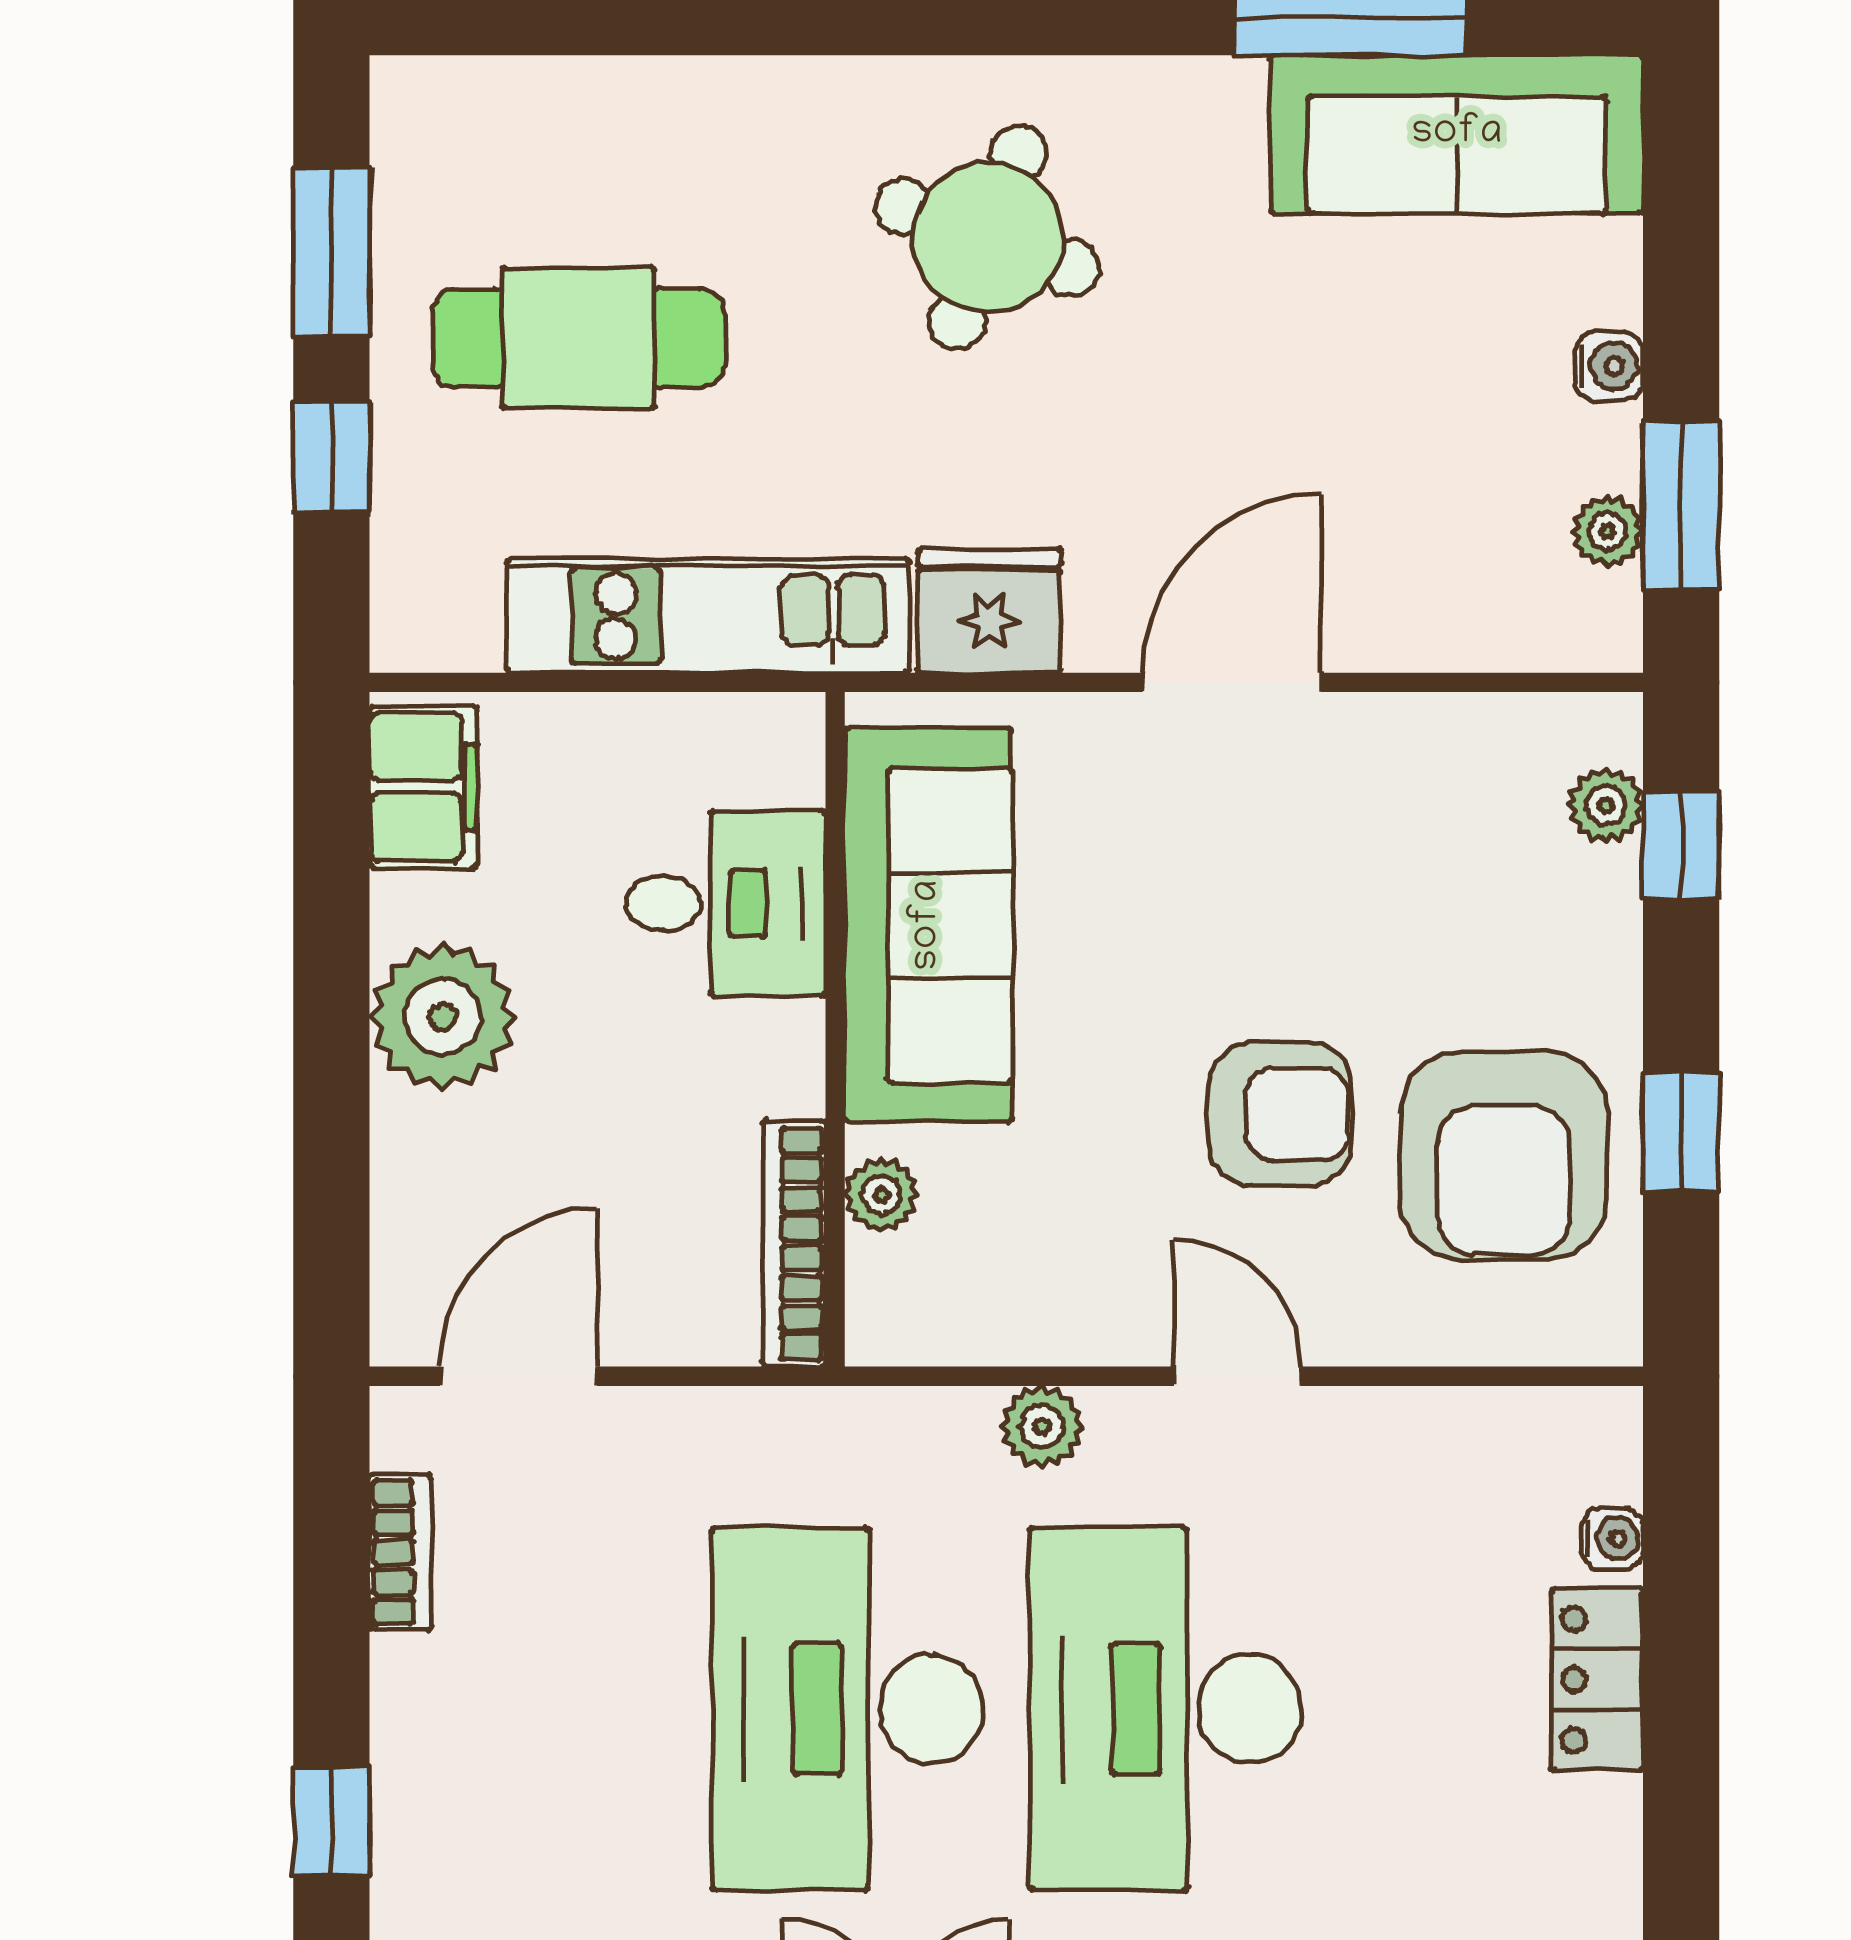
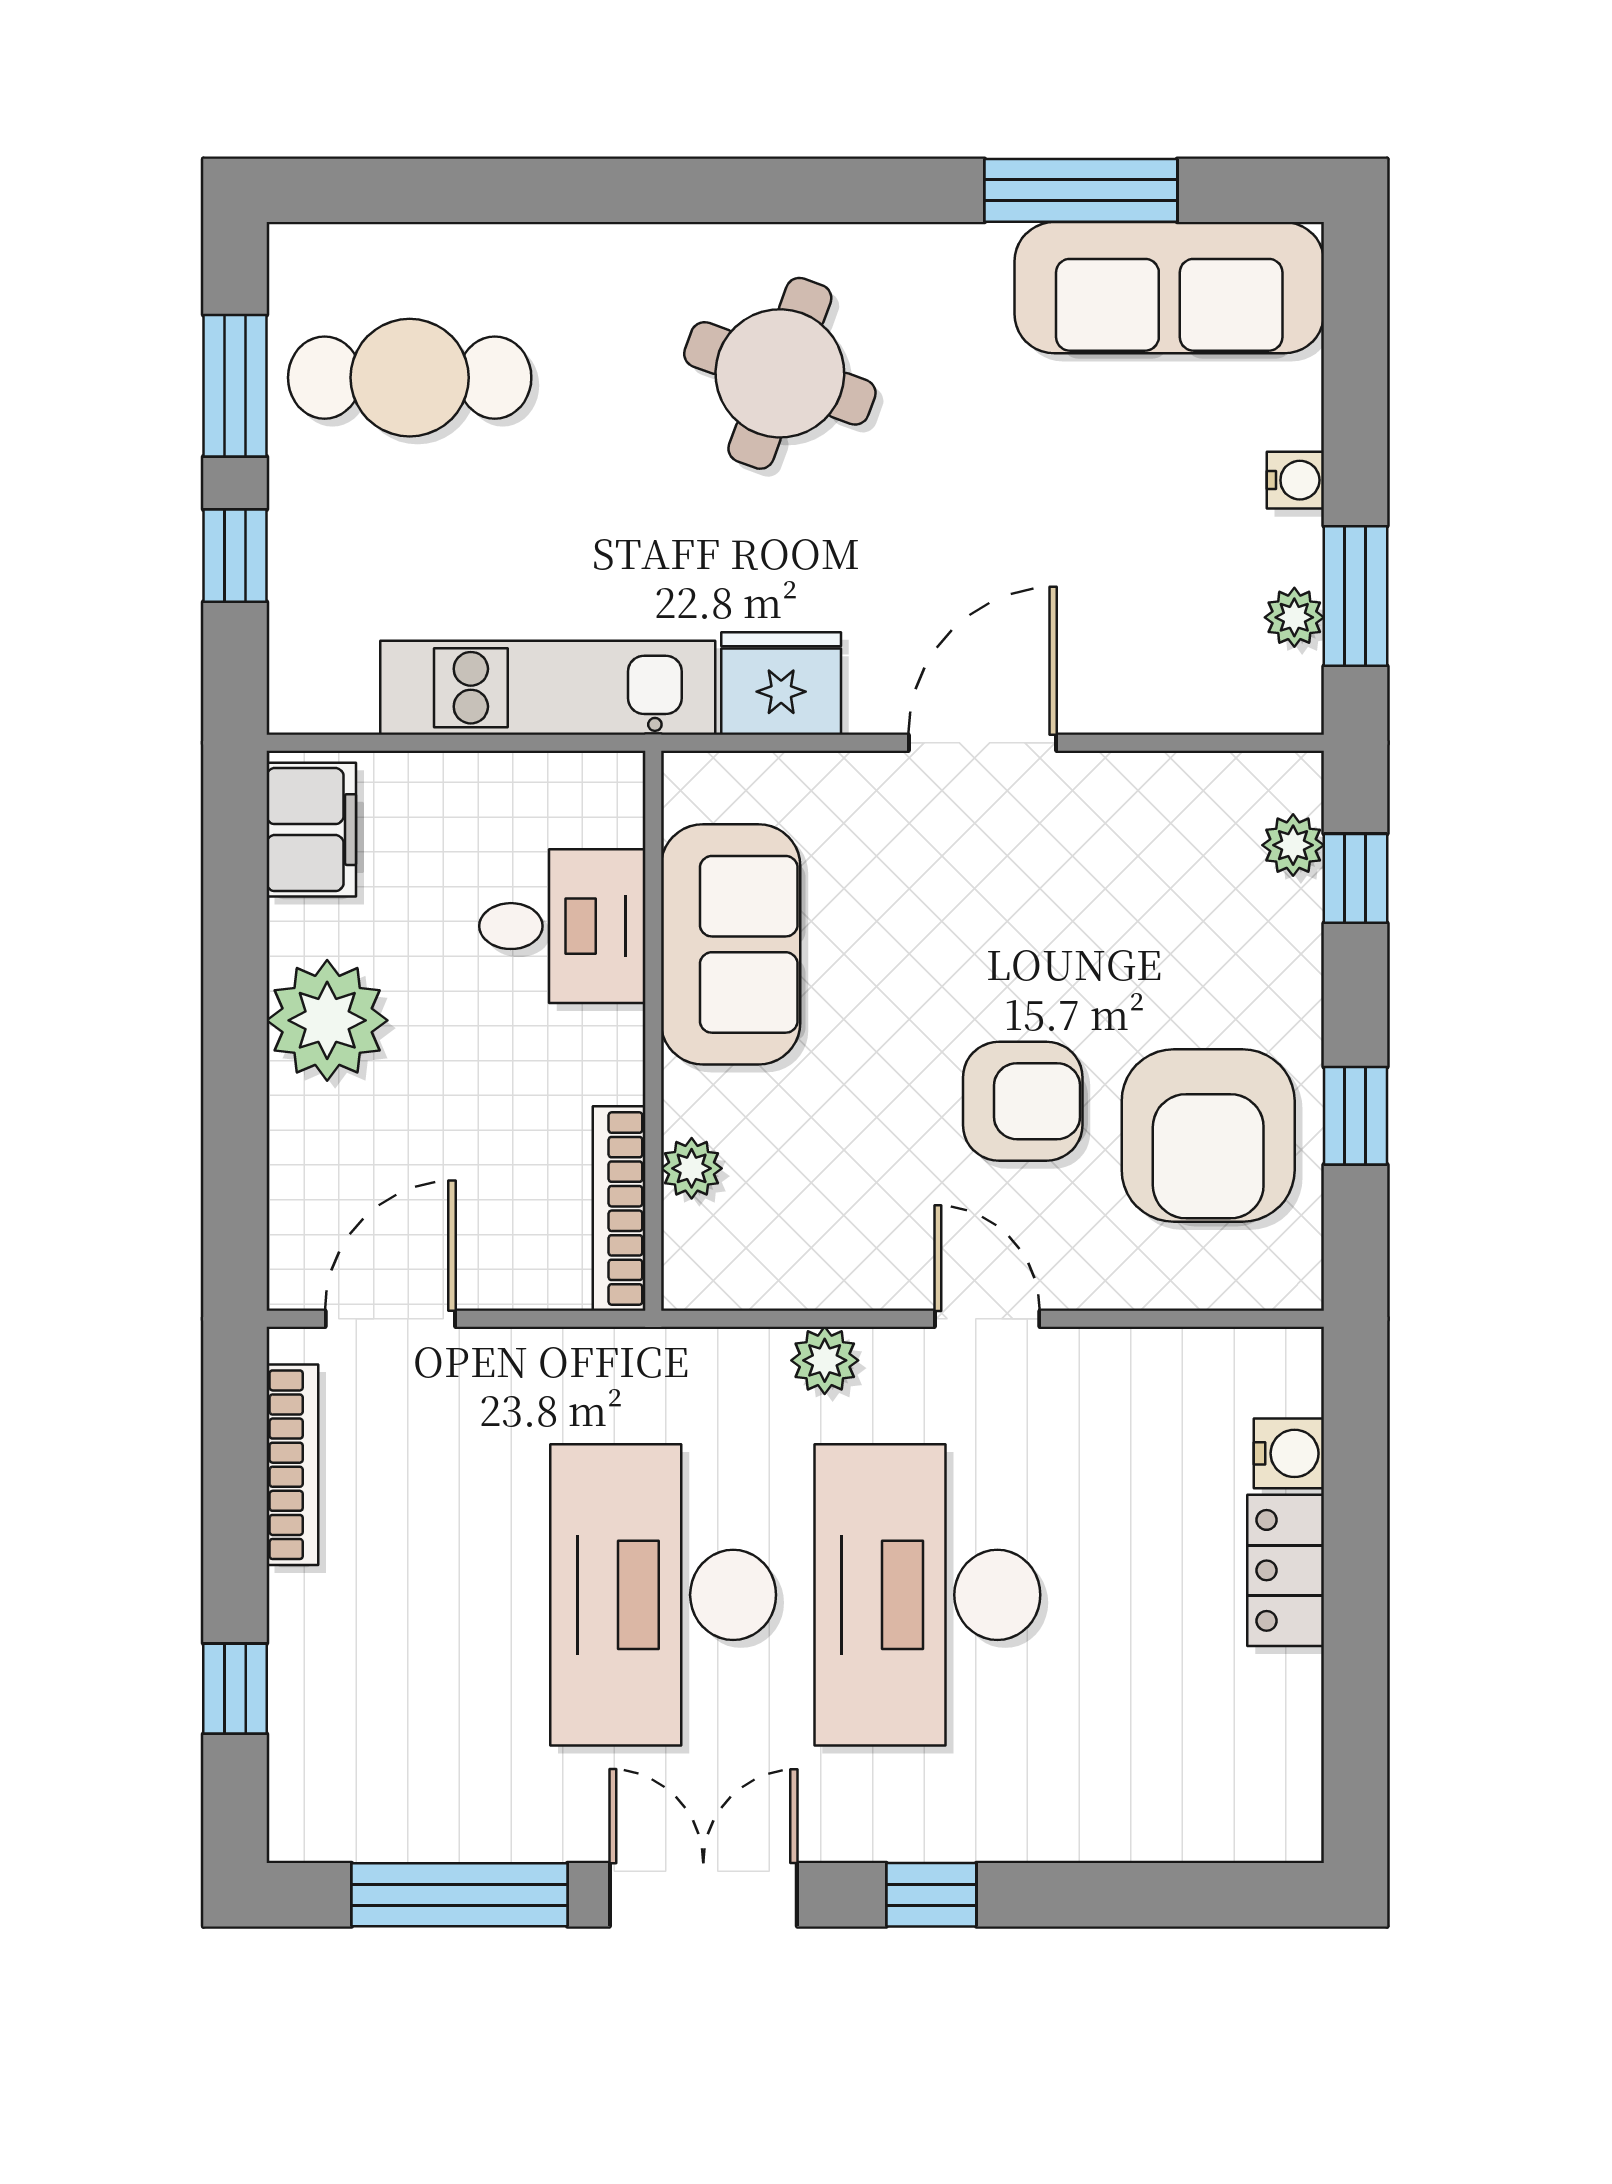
cafe table: (579, 338) -> (410, 378), moved
sofa: (928, 925) -> (731, 944), width x0.73
water cooler: (1613, 1539) -> (1289, 1453), width x1.38, depth x1.38
bookcase: (400, 1552) -> (292, 1465), width x1.56

